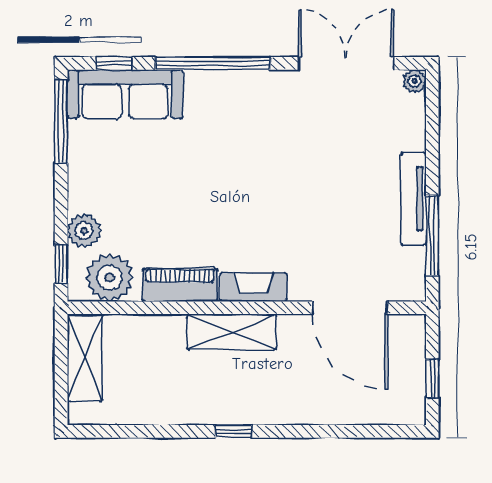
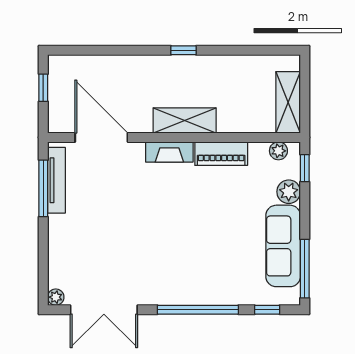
sofa: (125, 94) -> (283, 246), moved, turned -90
tv unit: (413, 199) -> (56, 180), moved
plant: (110, 278) -> (278, 151), width x0.53, depth x0.53

